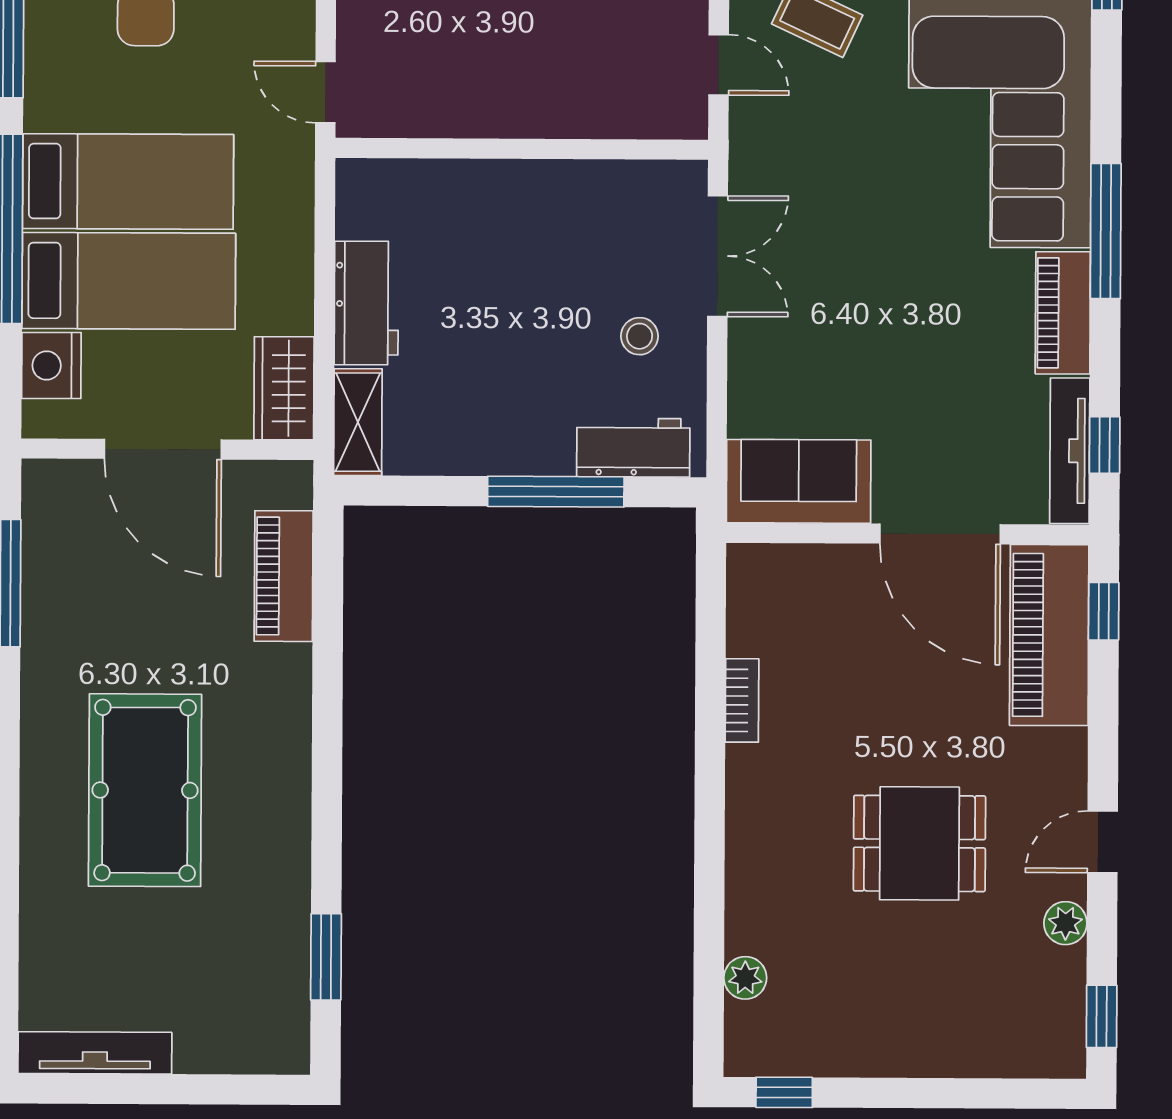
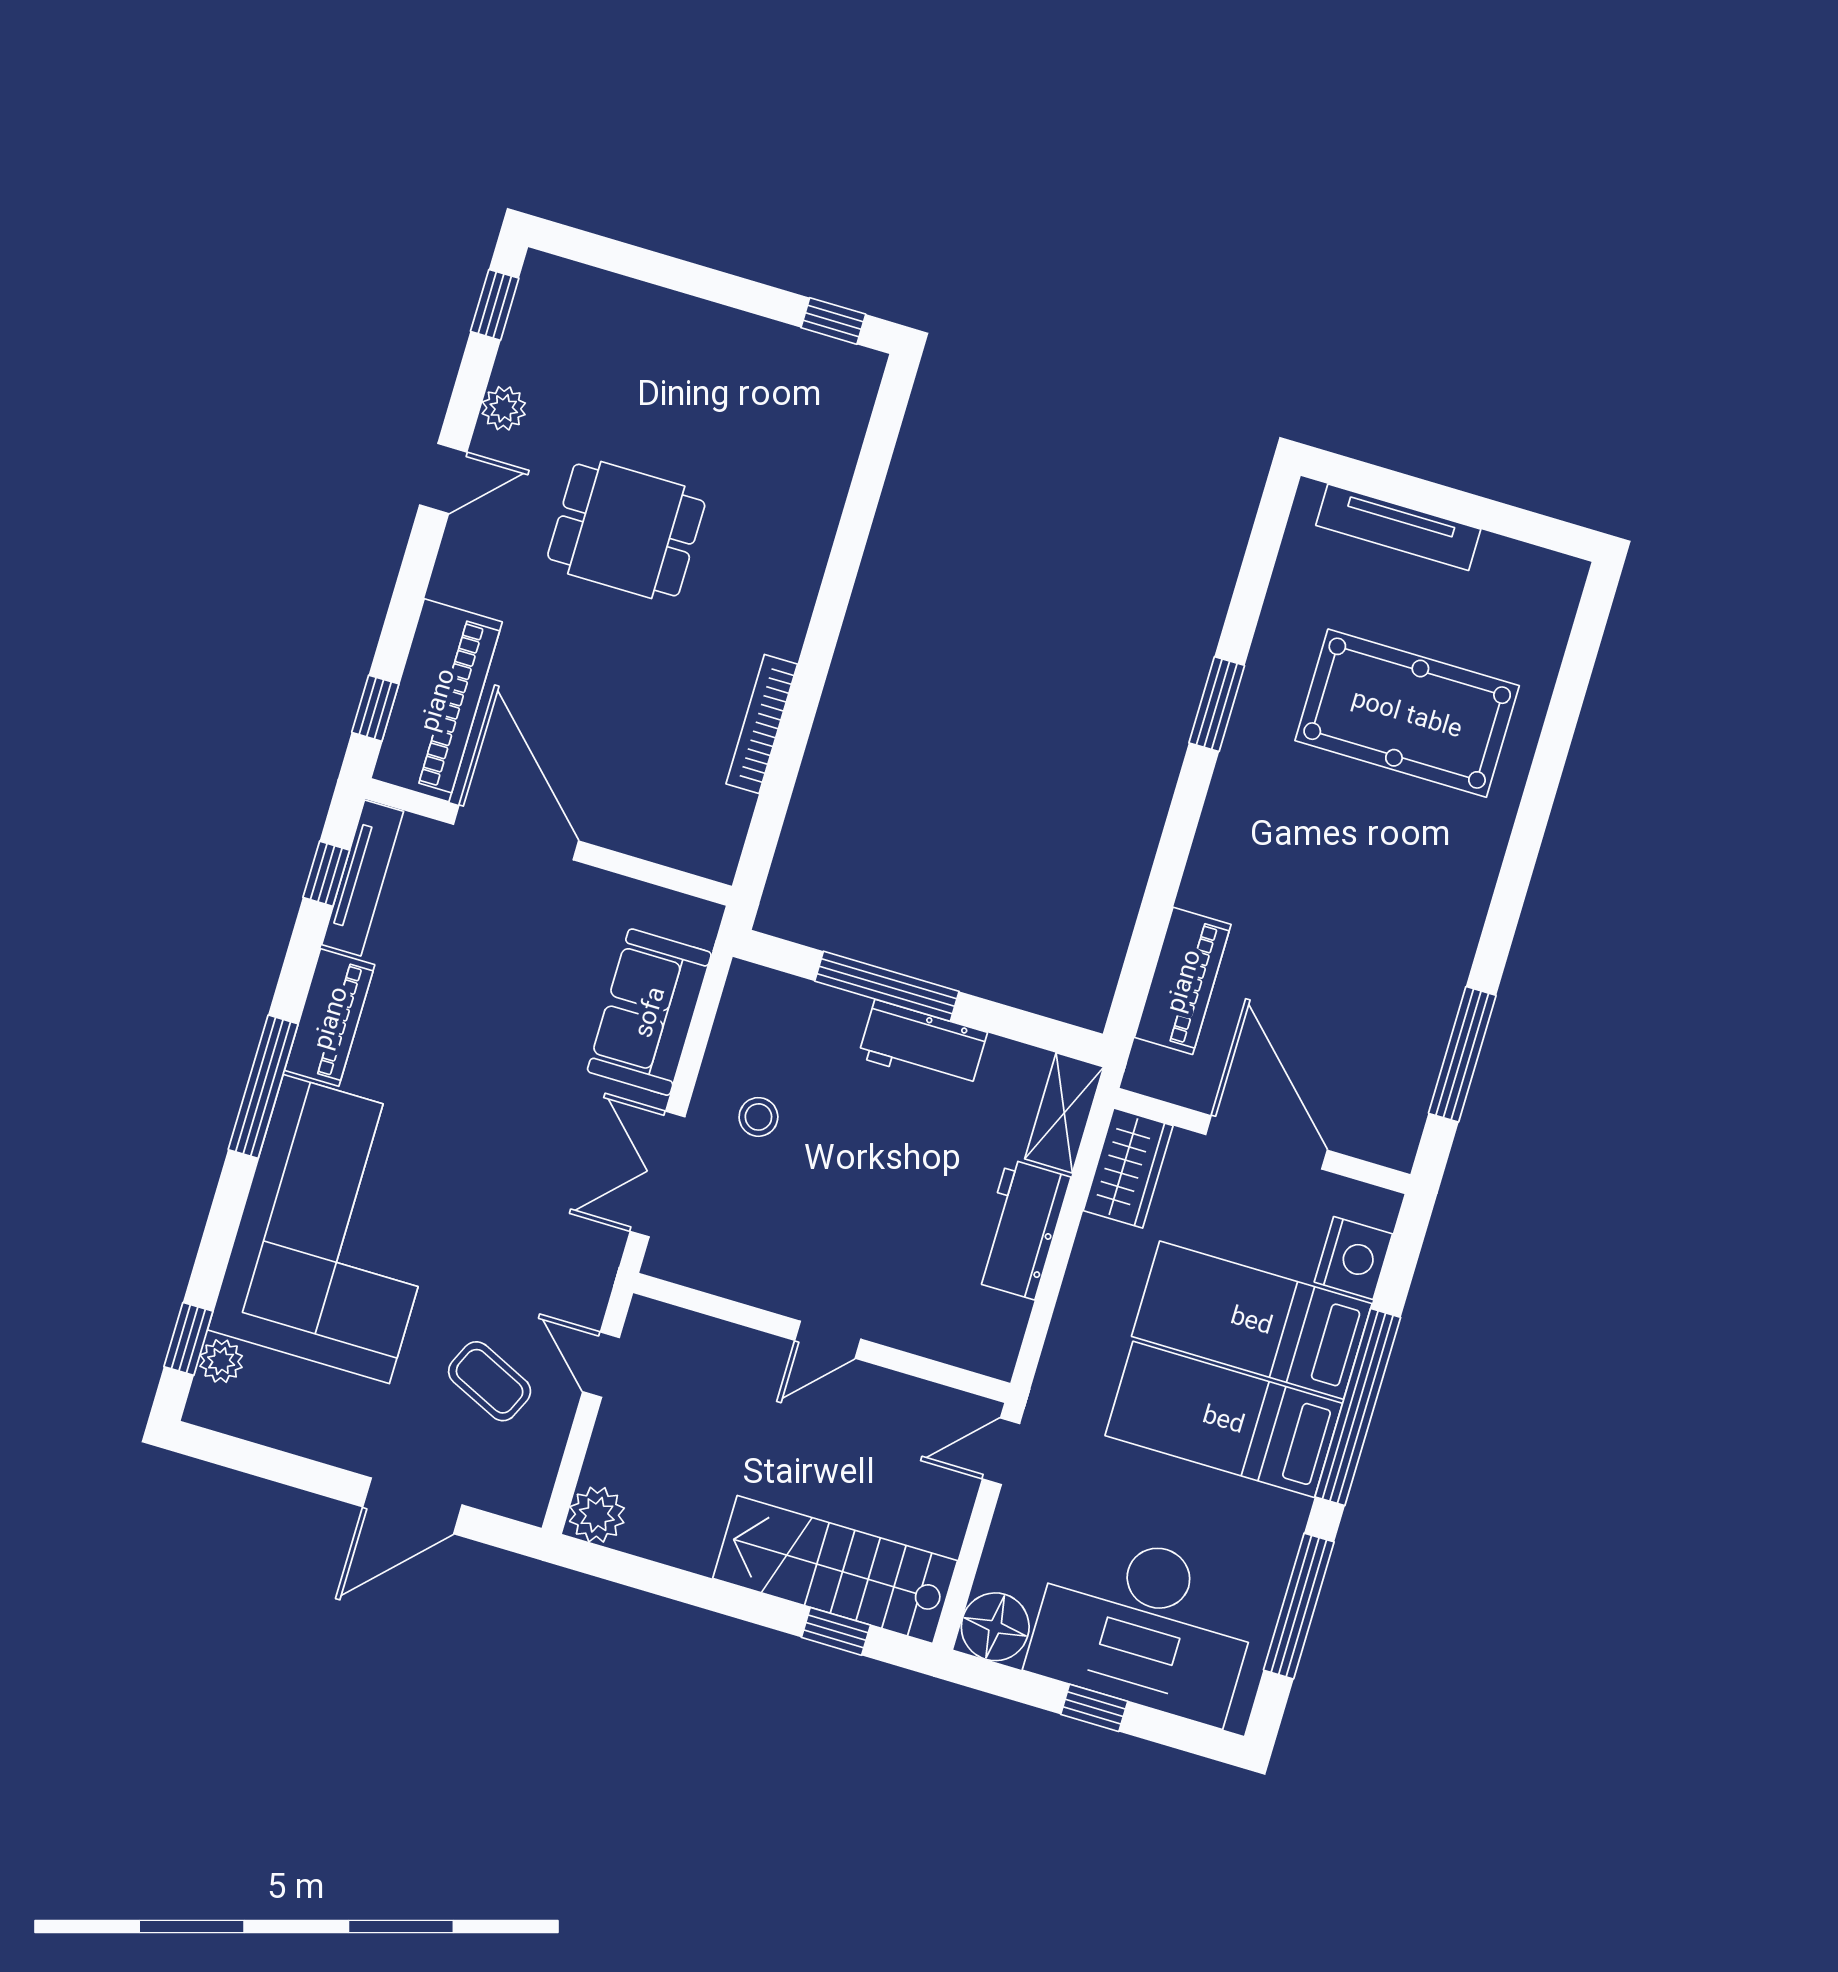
door: (325, 92) -> (1001, 1451), swing flipped
door: (516, 149) -> (828, 1340), added
workbench: (633, 448) -> (923, 1045), moved
sofa: (799, 481) -> (649, 1012), moved, turned 90
bookcase: (742, 700) -> (762, 724), width x1.56
pool table: (145, 790) -> (1407, 713), moved, turned 90
window: (326, 957) -> (1217, 704), moved
plant: (745, 978) -> (839, 446), removed
tv unit: (95, 1053) -> (1398, 527), moved

